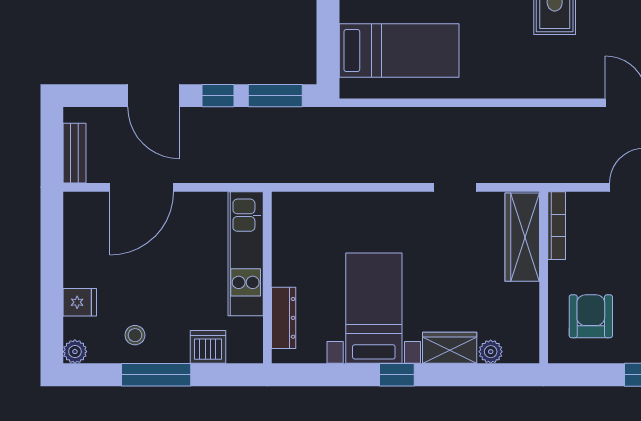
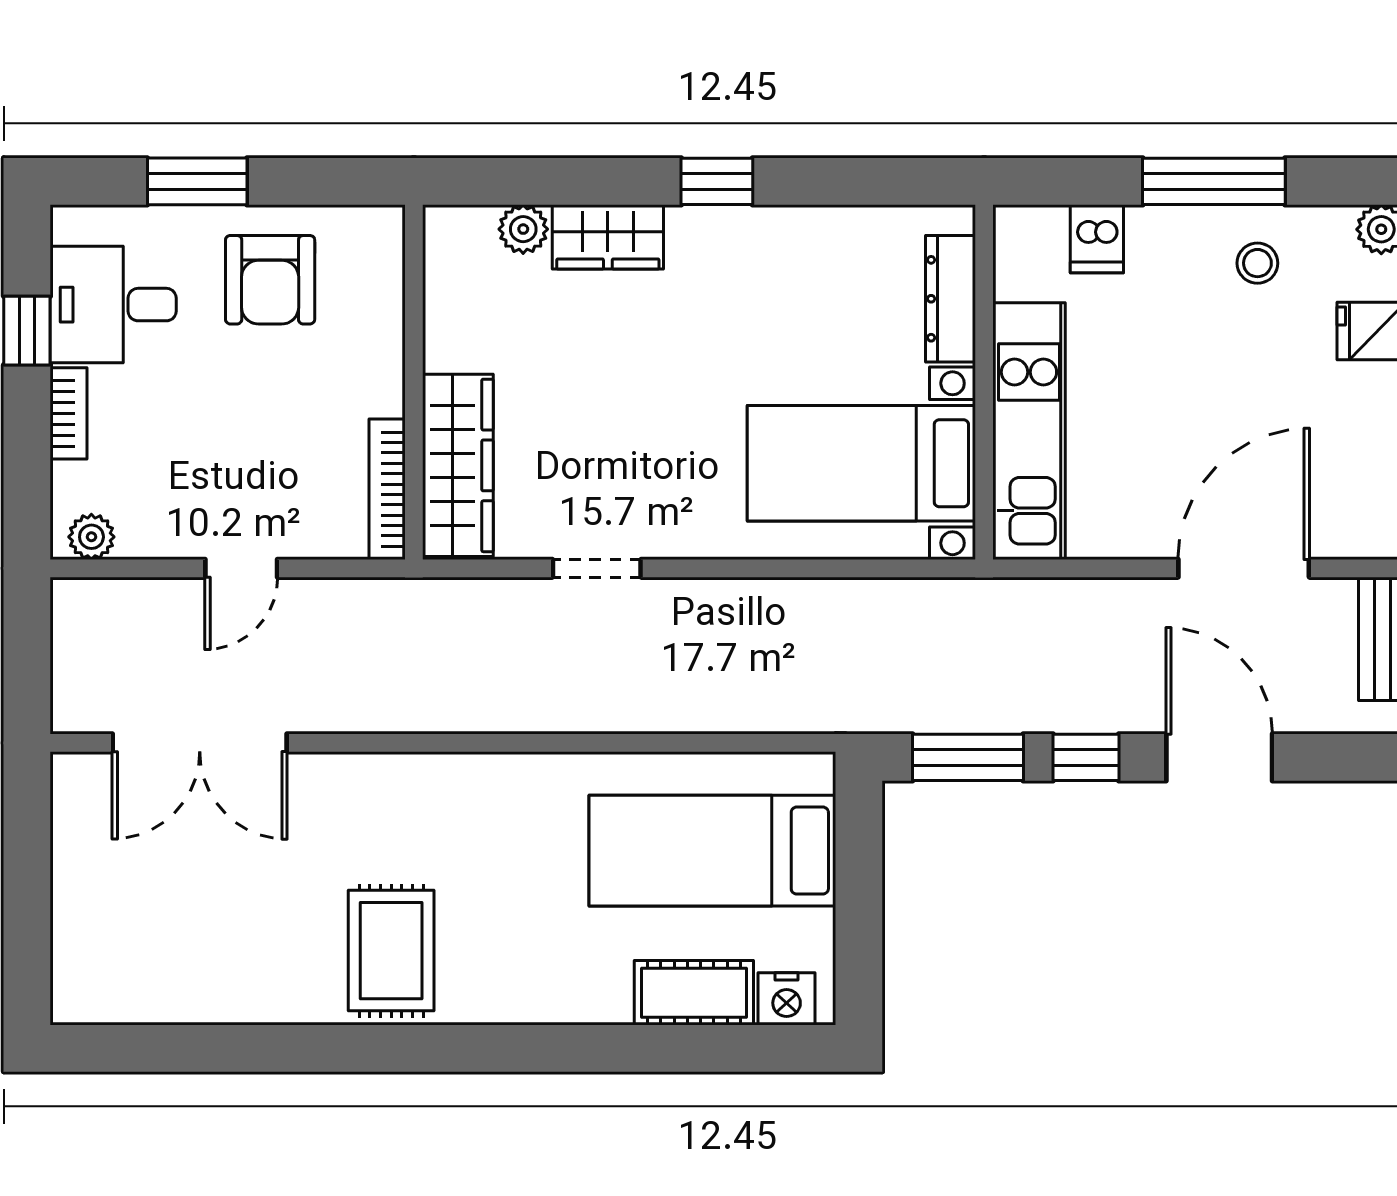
bed with nightstands: (374, 308) -> (861, 463), moved, turned 90
armchair: (591, 316) -> (270, 280), moved
dishwasher: (208, 347) -> (1097, 239), width x0.73

